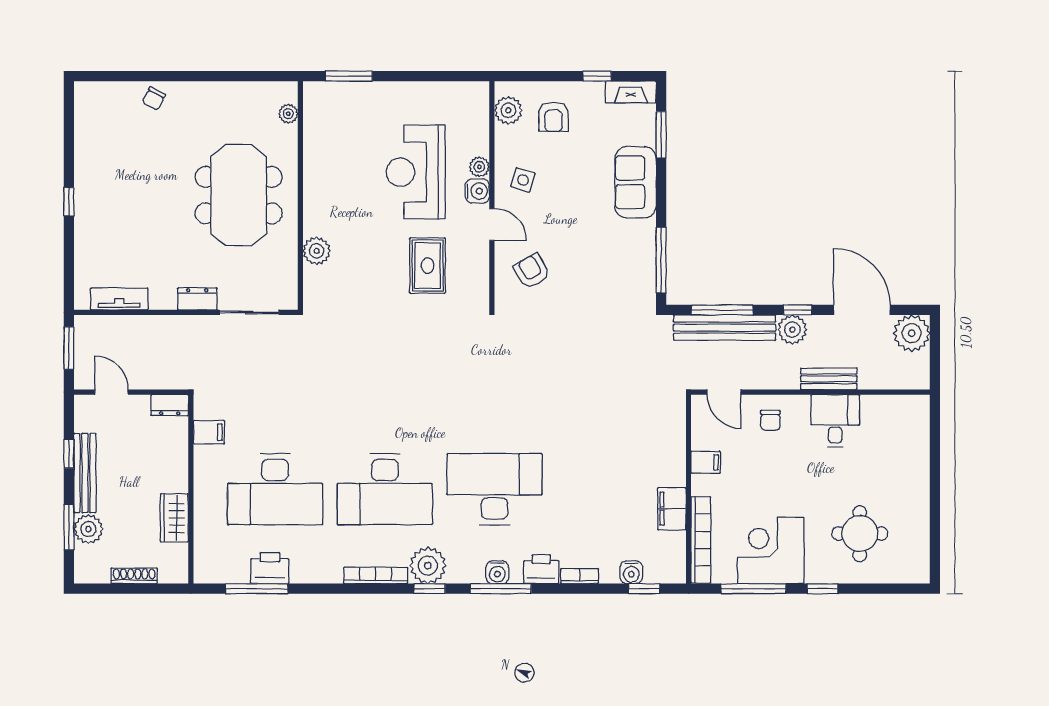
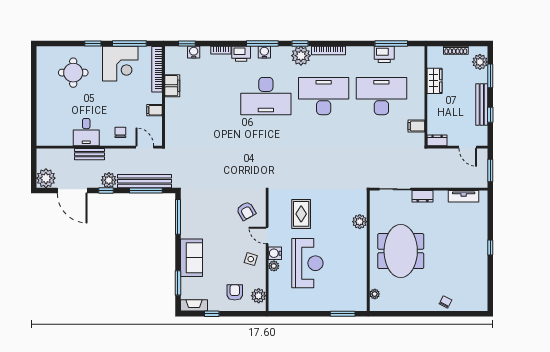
plant: (88, 529) -> (480, 62), moved

